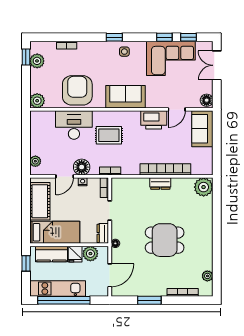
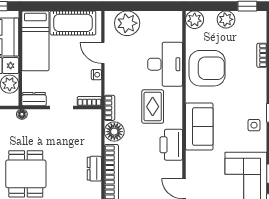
plant: (37, 61) -> (226, 19), moved
printer: (154, 120) -> (171, 145), moved
plant: (35, 161) -> (127, 23), width x1.87, depth x1.87
floor lamp: (82, 167) -> (114, 132), moved

